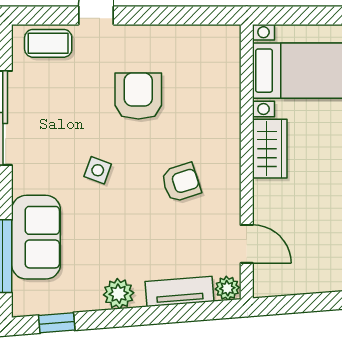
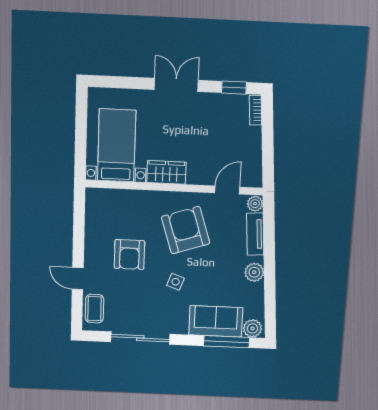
armchair: (138, 96) -> (129, 255), turned -90
armchair: (181, 182) -> (186, 230), width x1.88, depth x1.88
plant: (27, 296) -> (252, 328), added
window: (57, 323) -> (270, 311), removed

